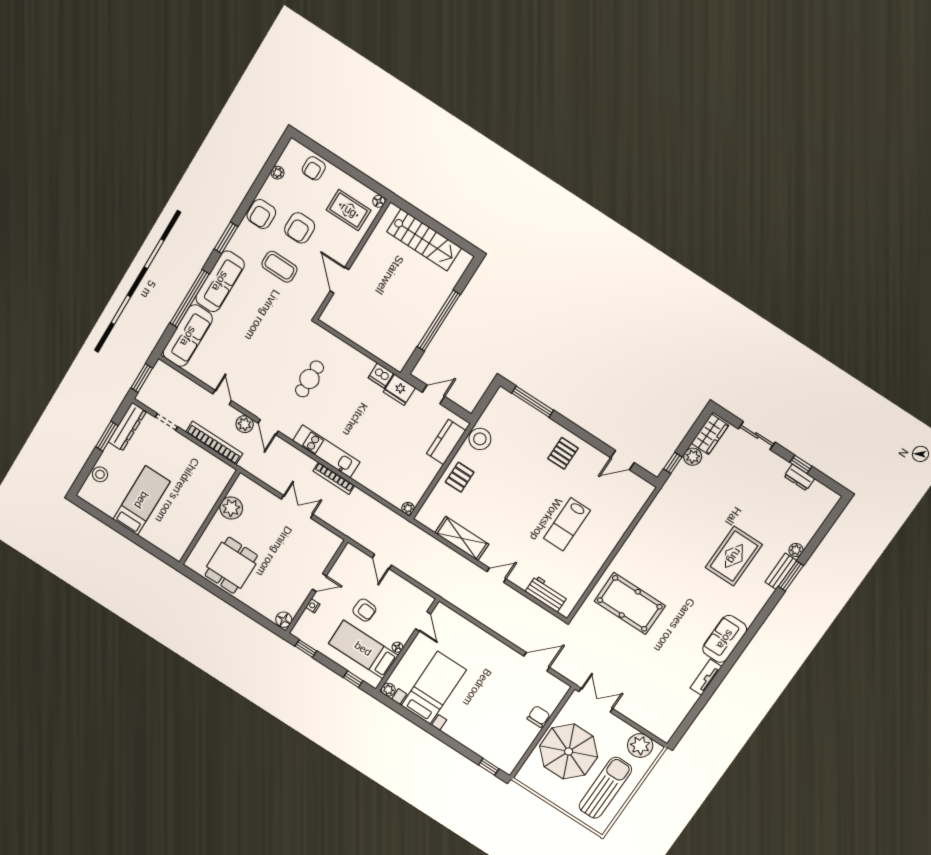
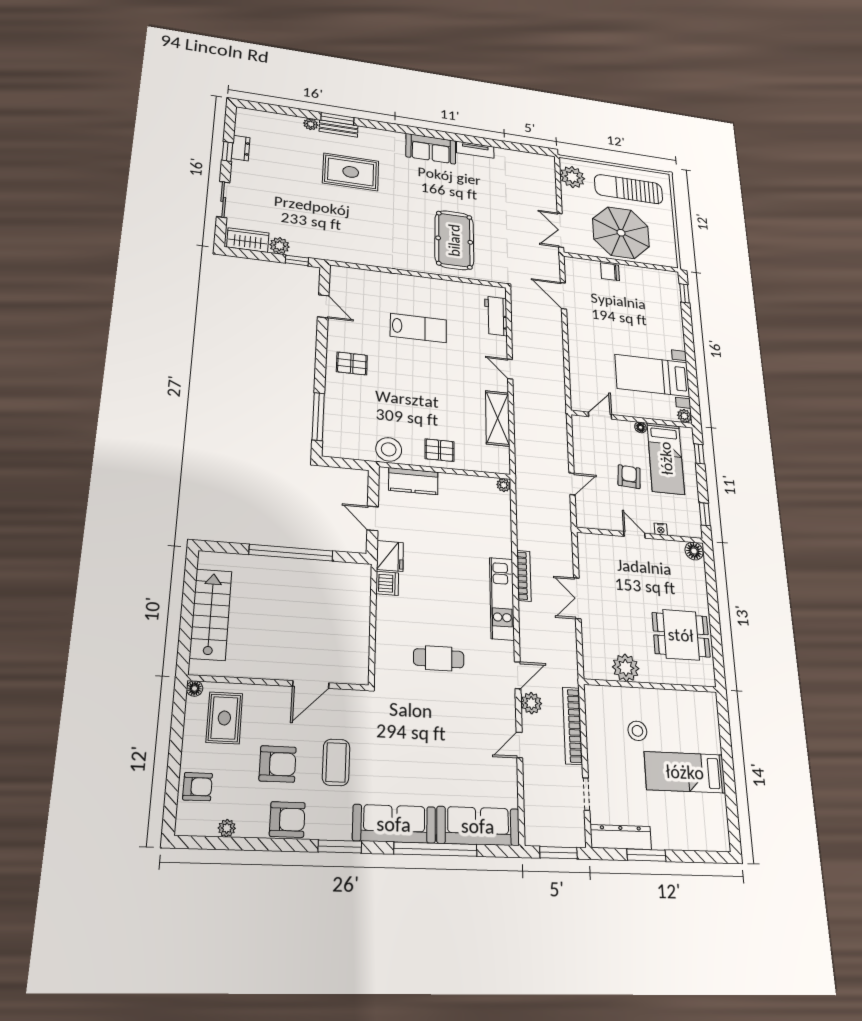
stool: (100, 474) -> (637, 731), moved

